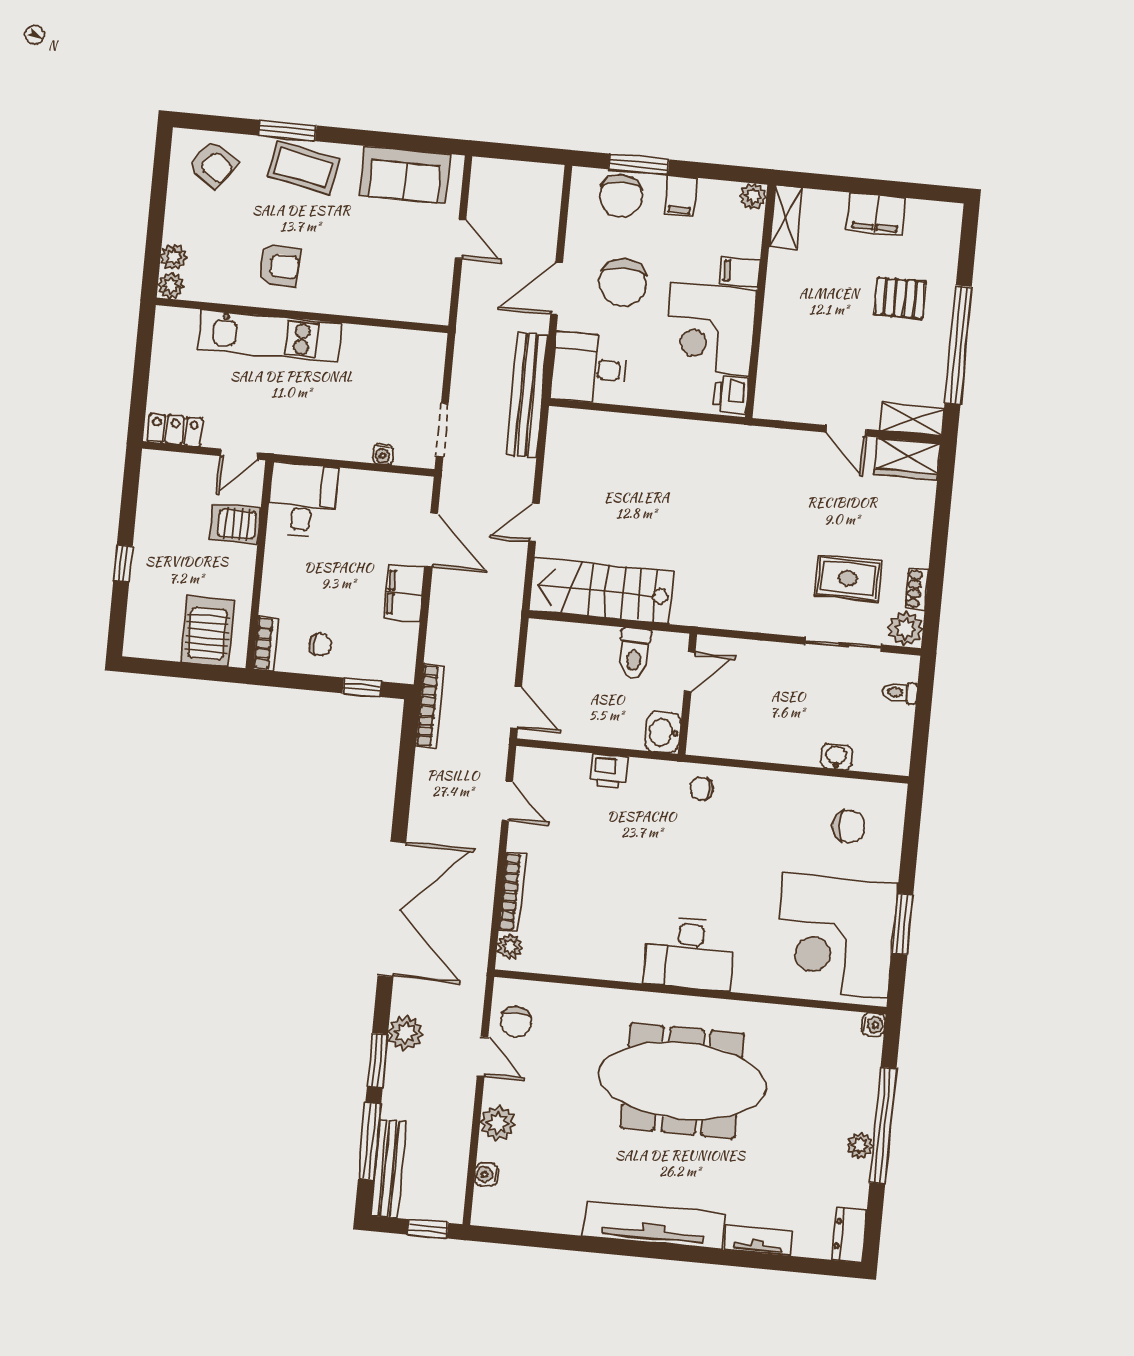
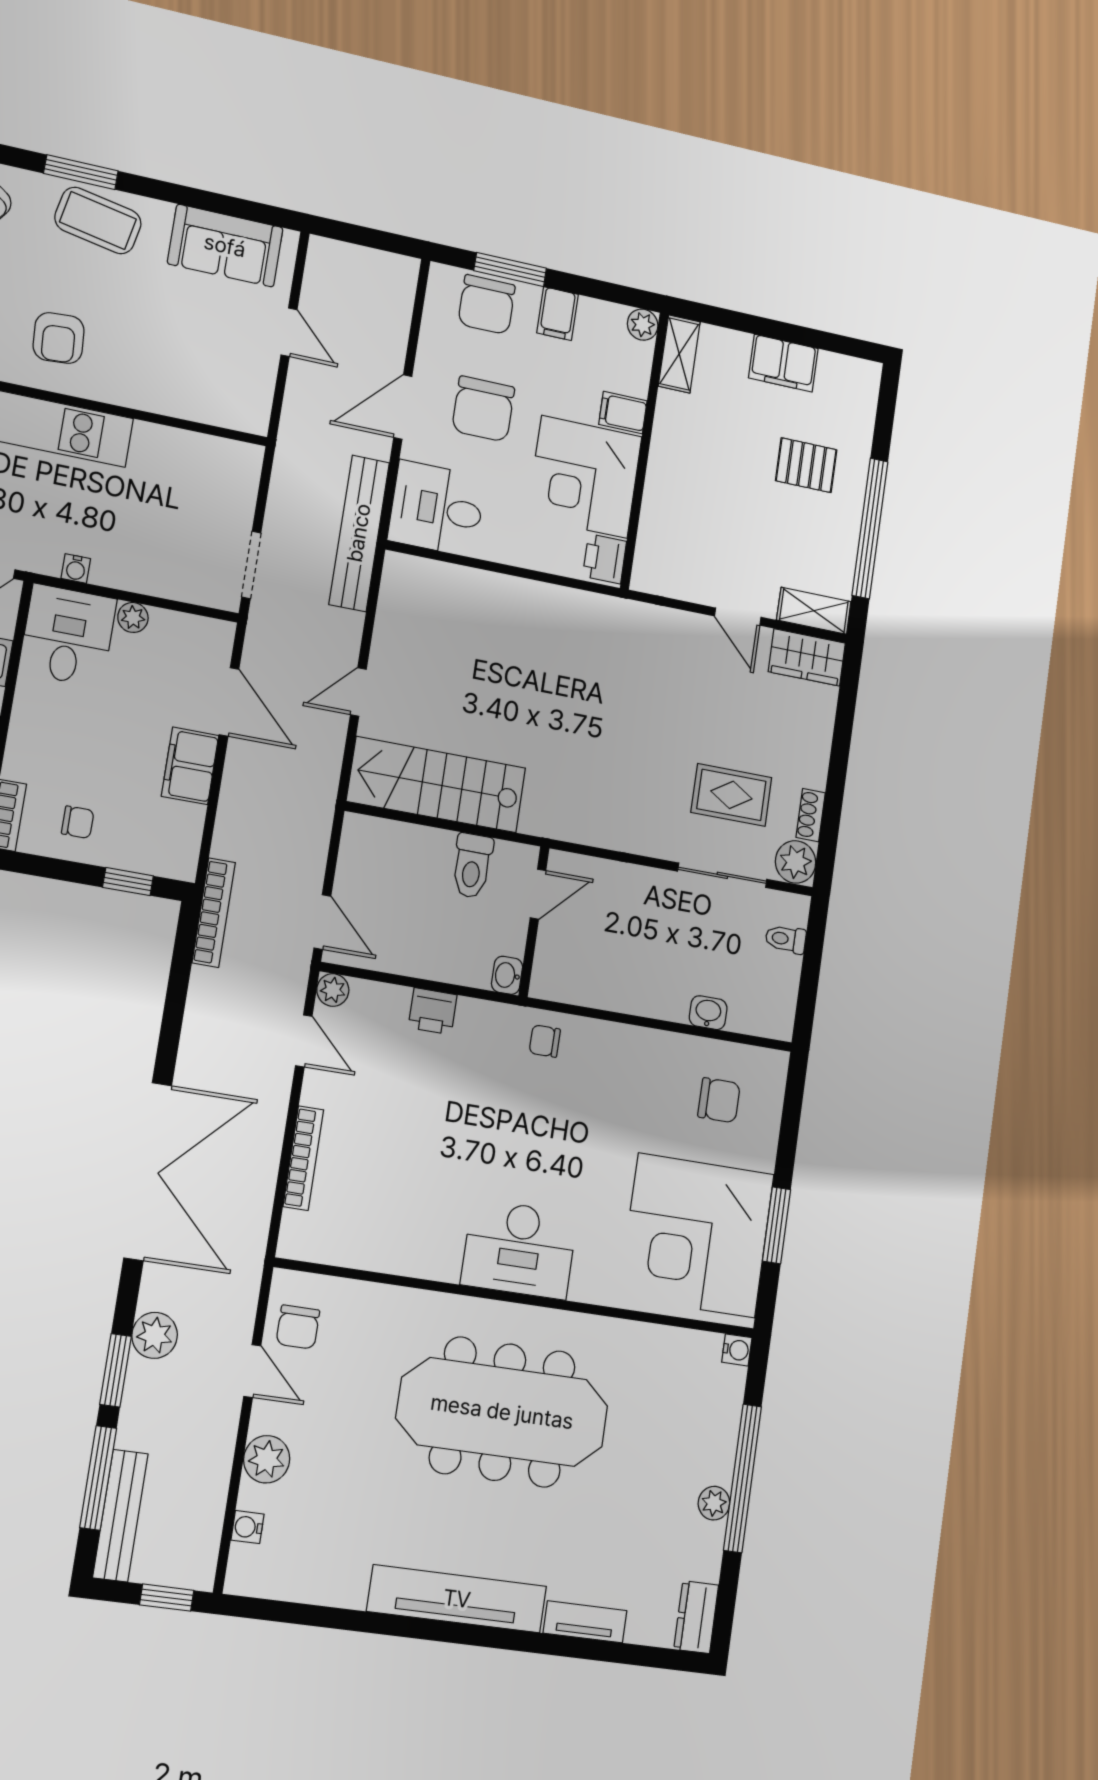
armchair: (279, 266) -> (59, 338), turned 85
water cooler: (383, 454) -> (76, 569), moved
plant: (352, 481) -> (133, 617), added
washbasin: (663, 732) -> (507, 975), width x0.72, depth x0.69
plant: (510, 947) -> (333, 990), moved

